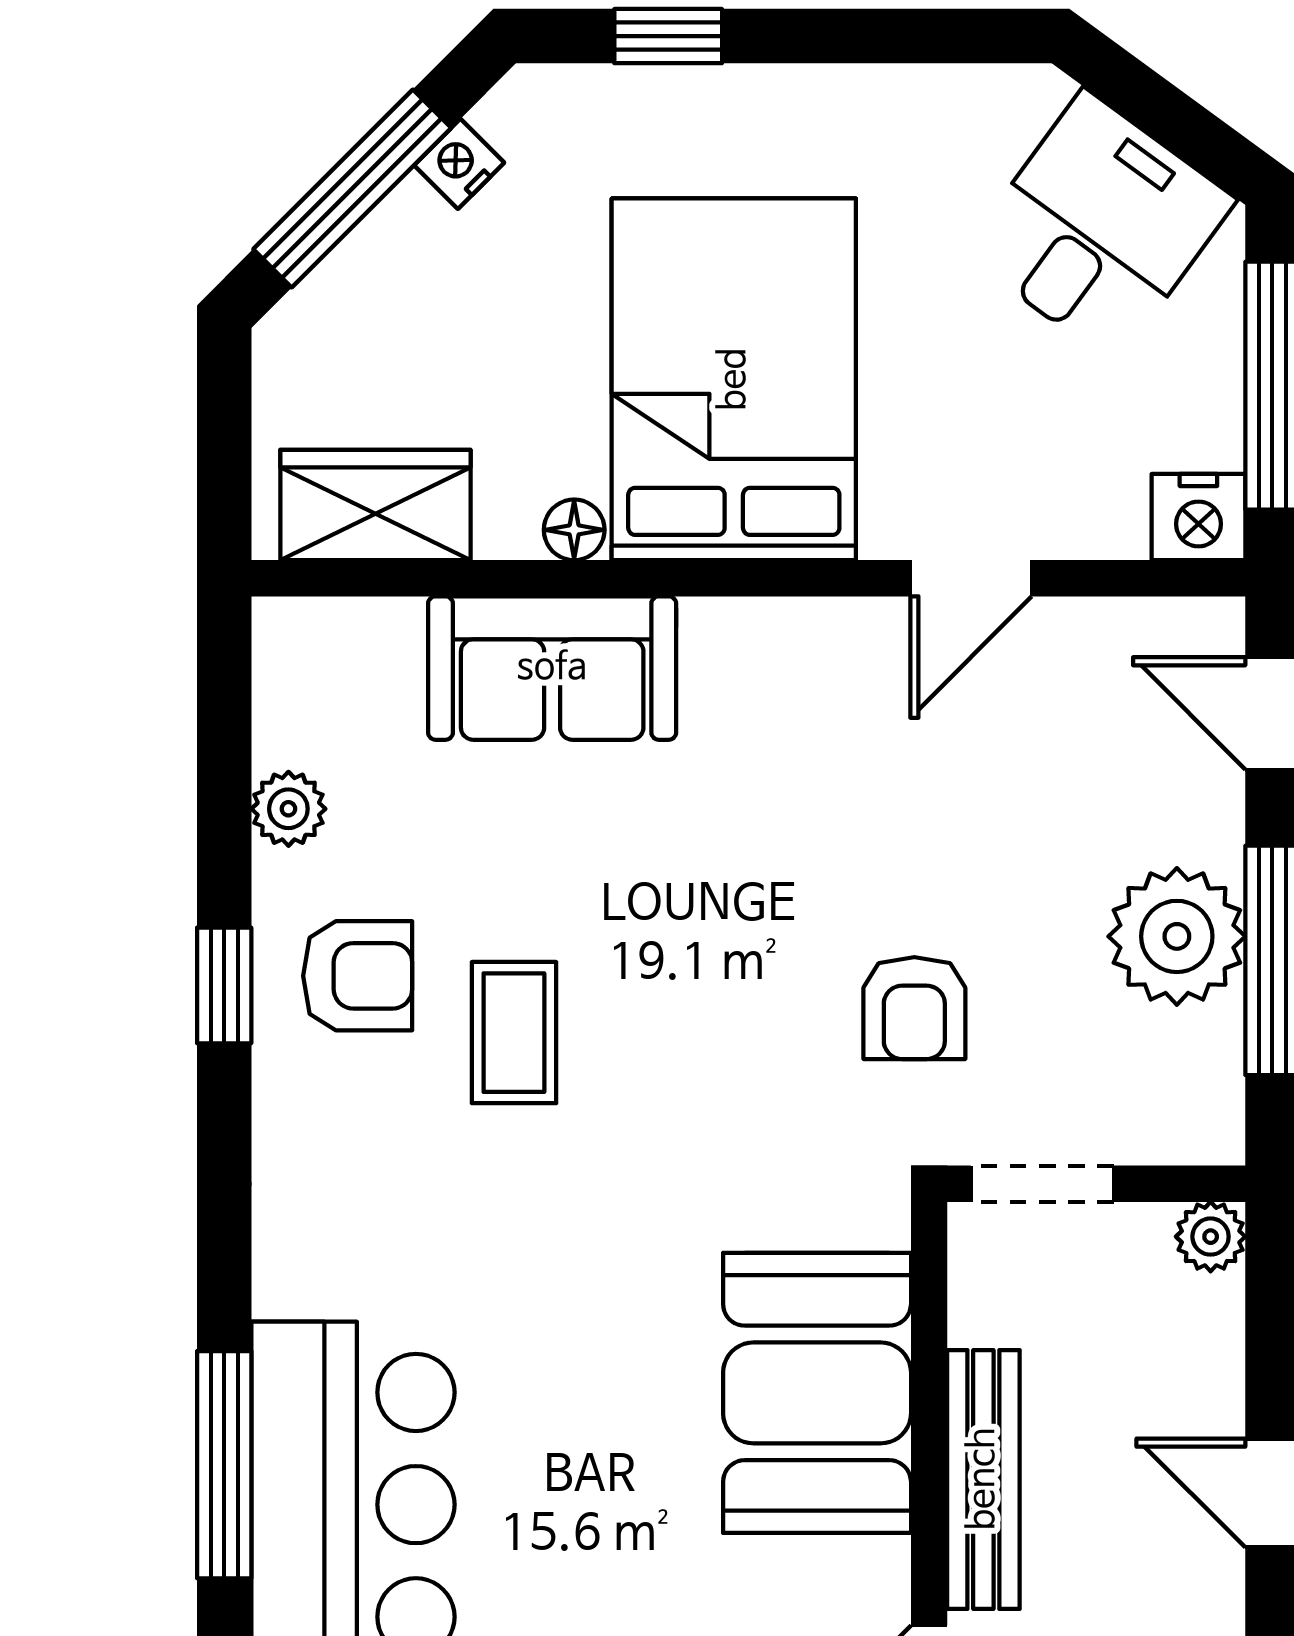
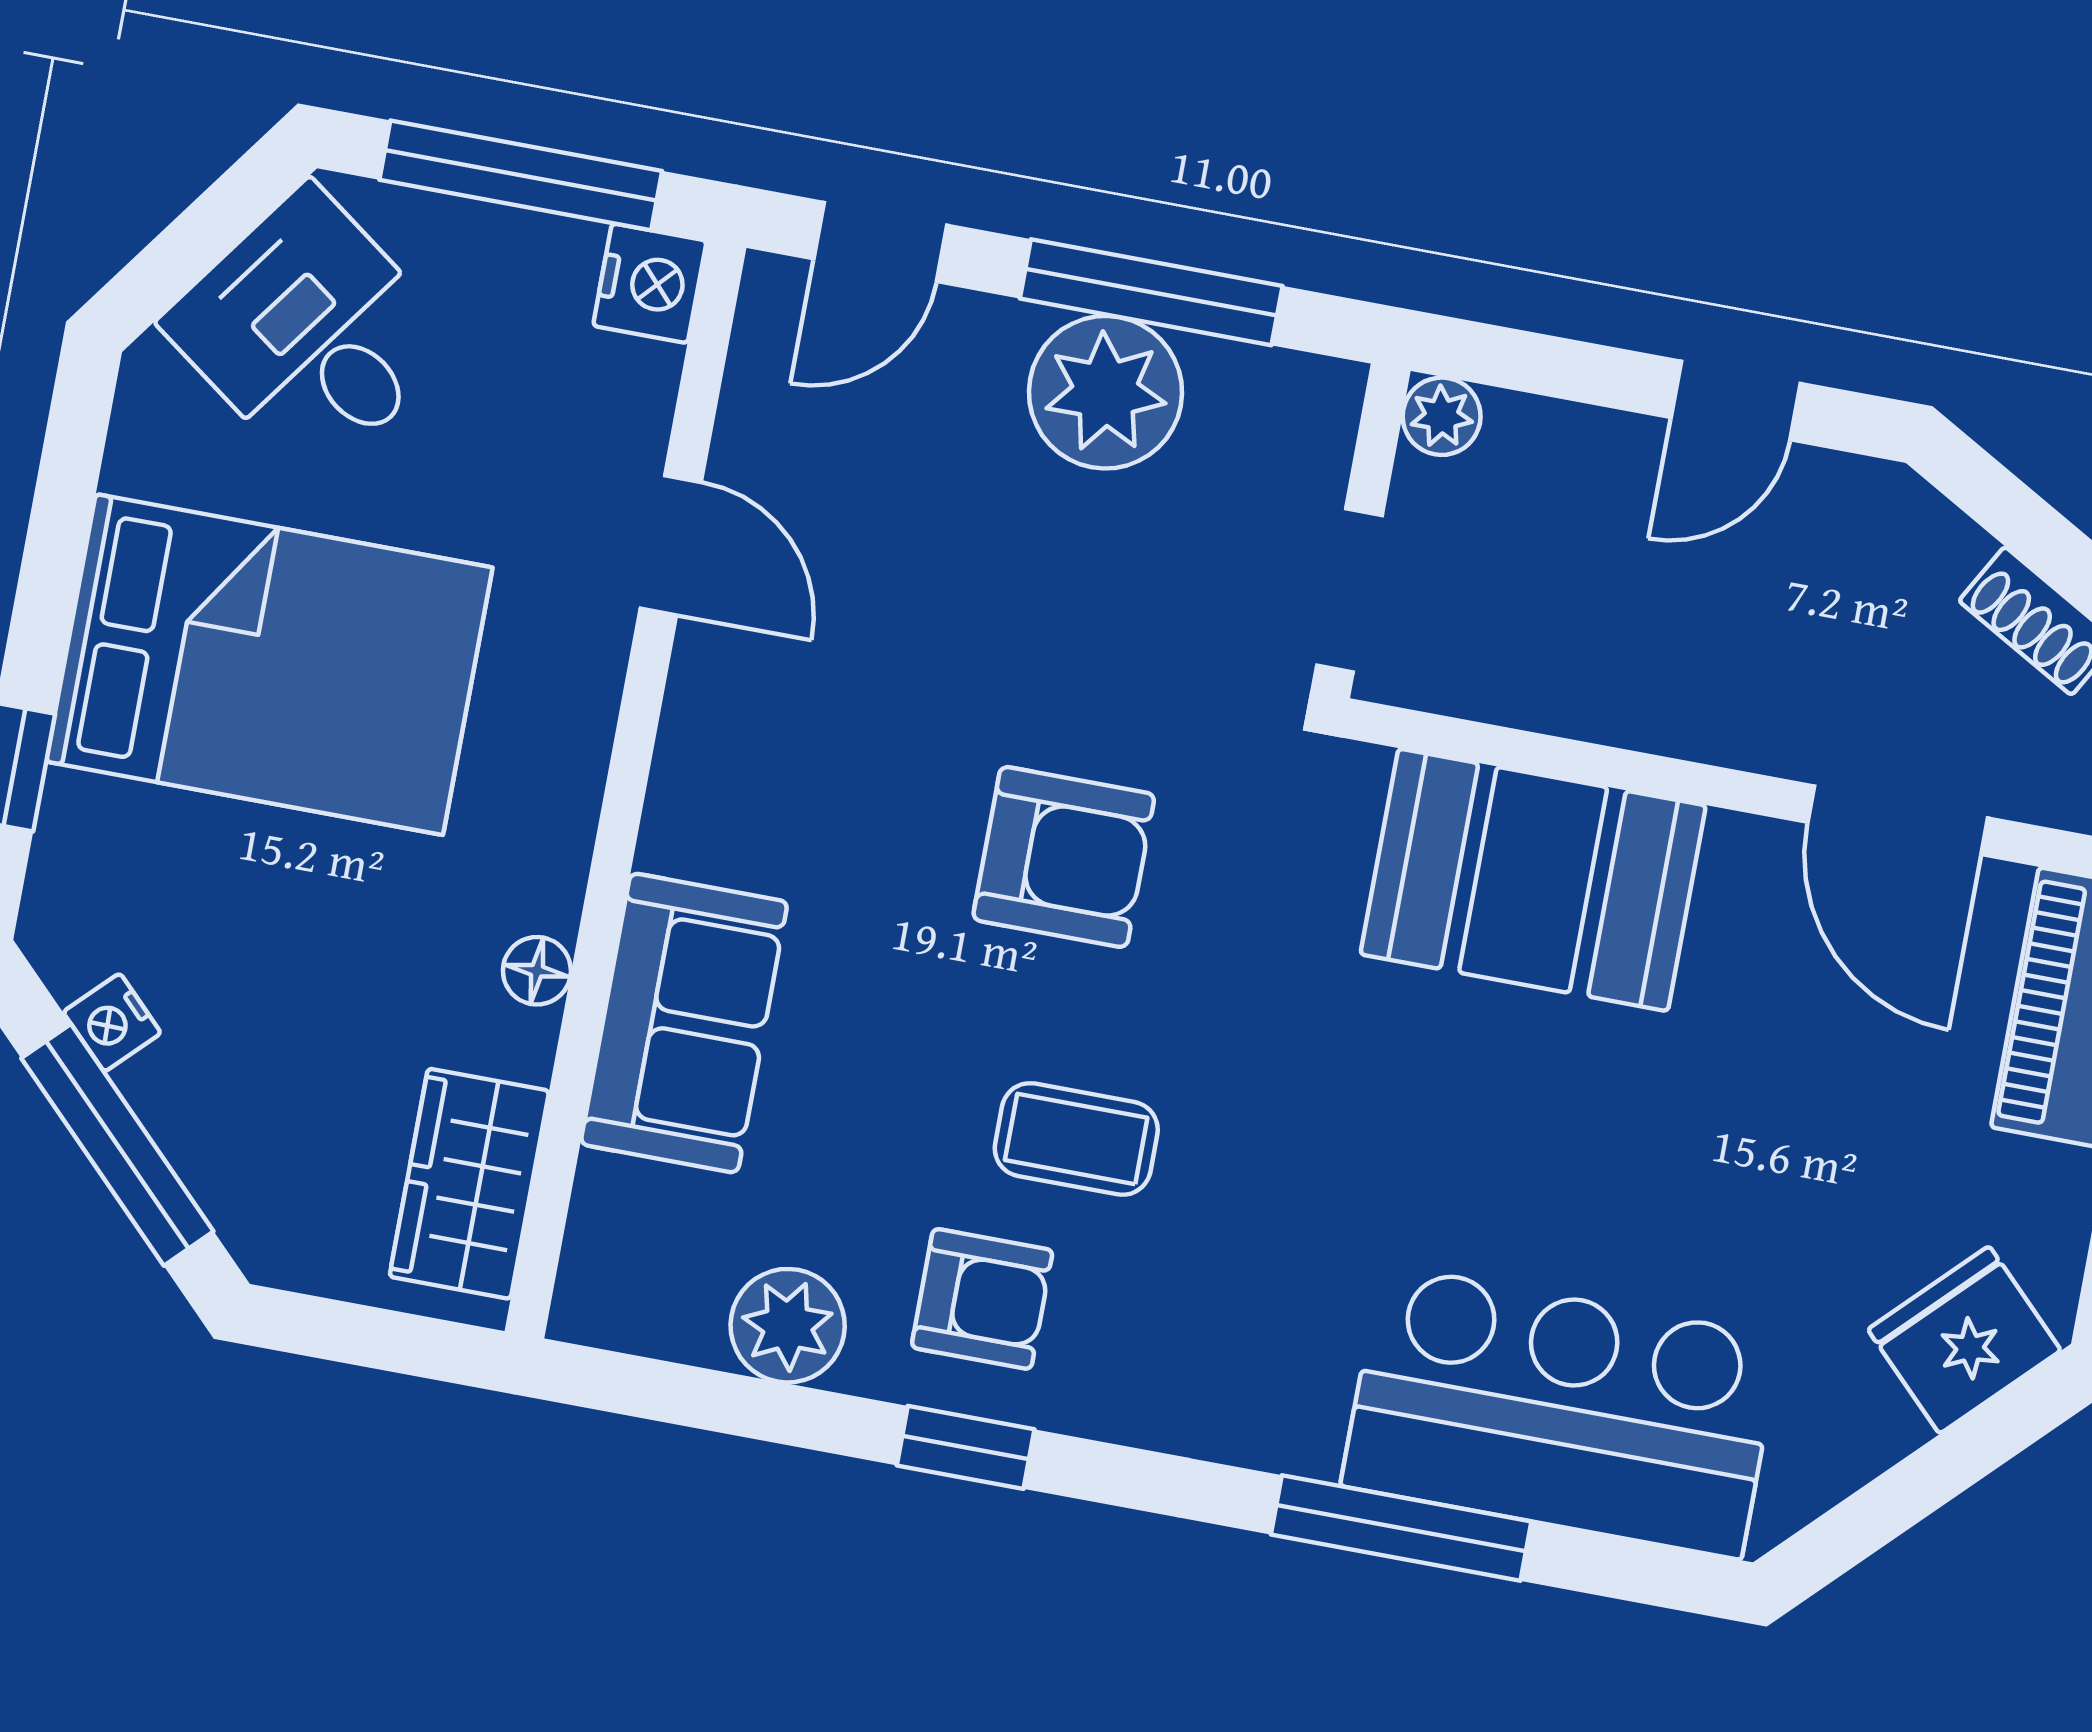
bed: (734, 379) -> (269, 665), moved, turned 180
plant: (288, 809) -> (788, 1326), width x1.38, depth x1.38
armchair: (358, 976) -> (982, 1299), turned 90
armchair: (914, 1008) -> (1064, 857), moved, width x1.38, depth x1.38
window: (224, 1465) -> (1401, 1528), moved
bench: (983, 1479) -> (1662, 715), removed

